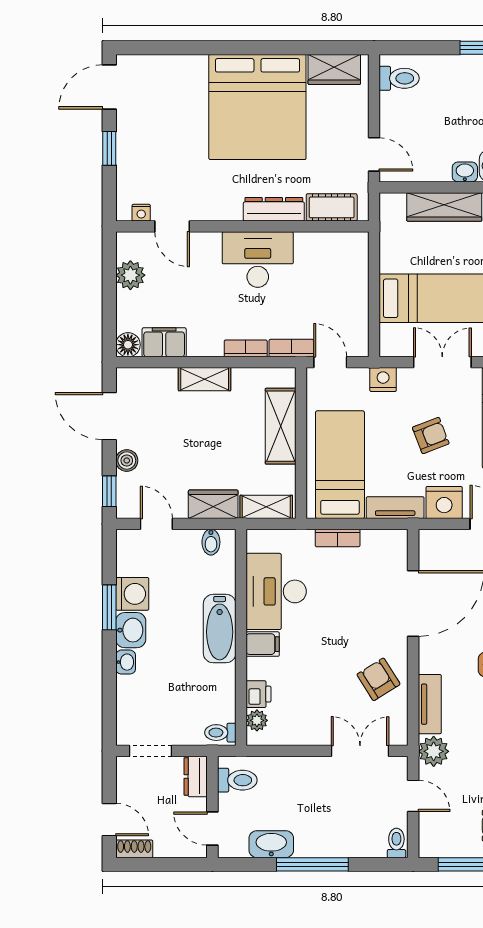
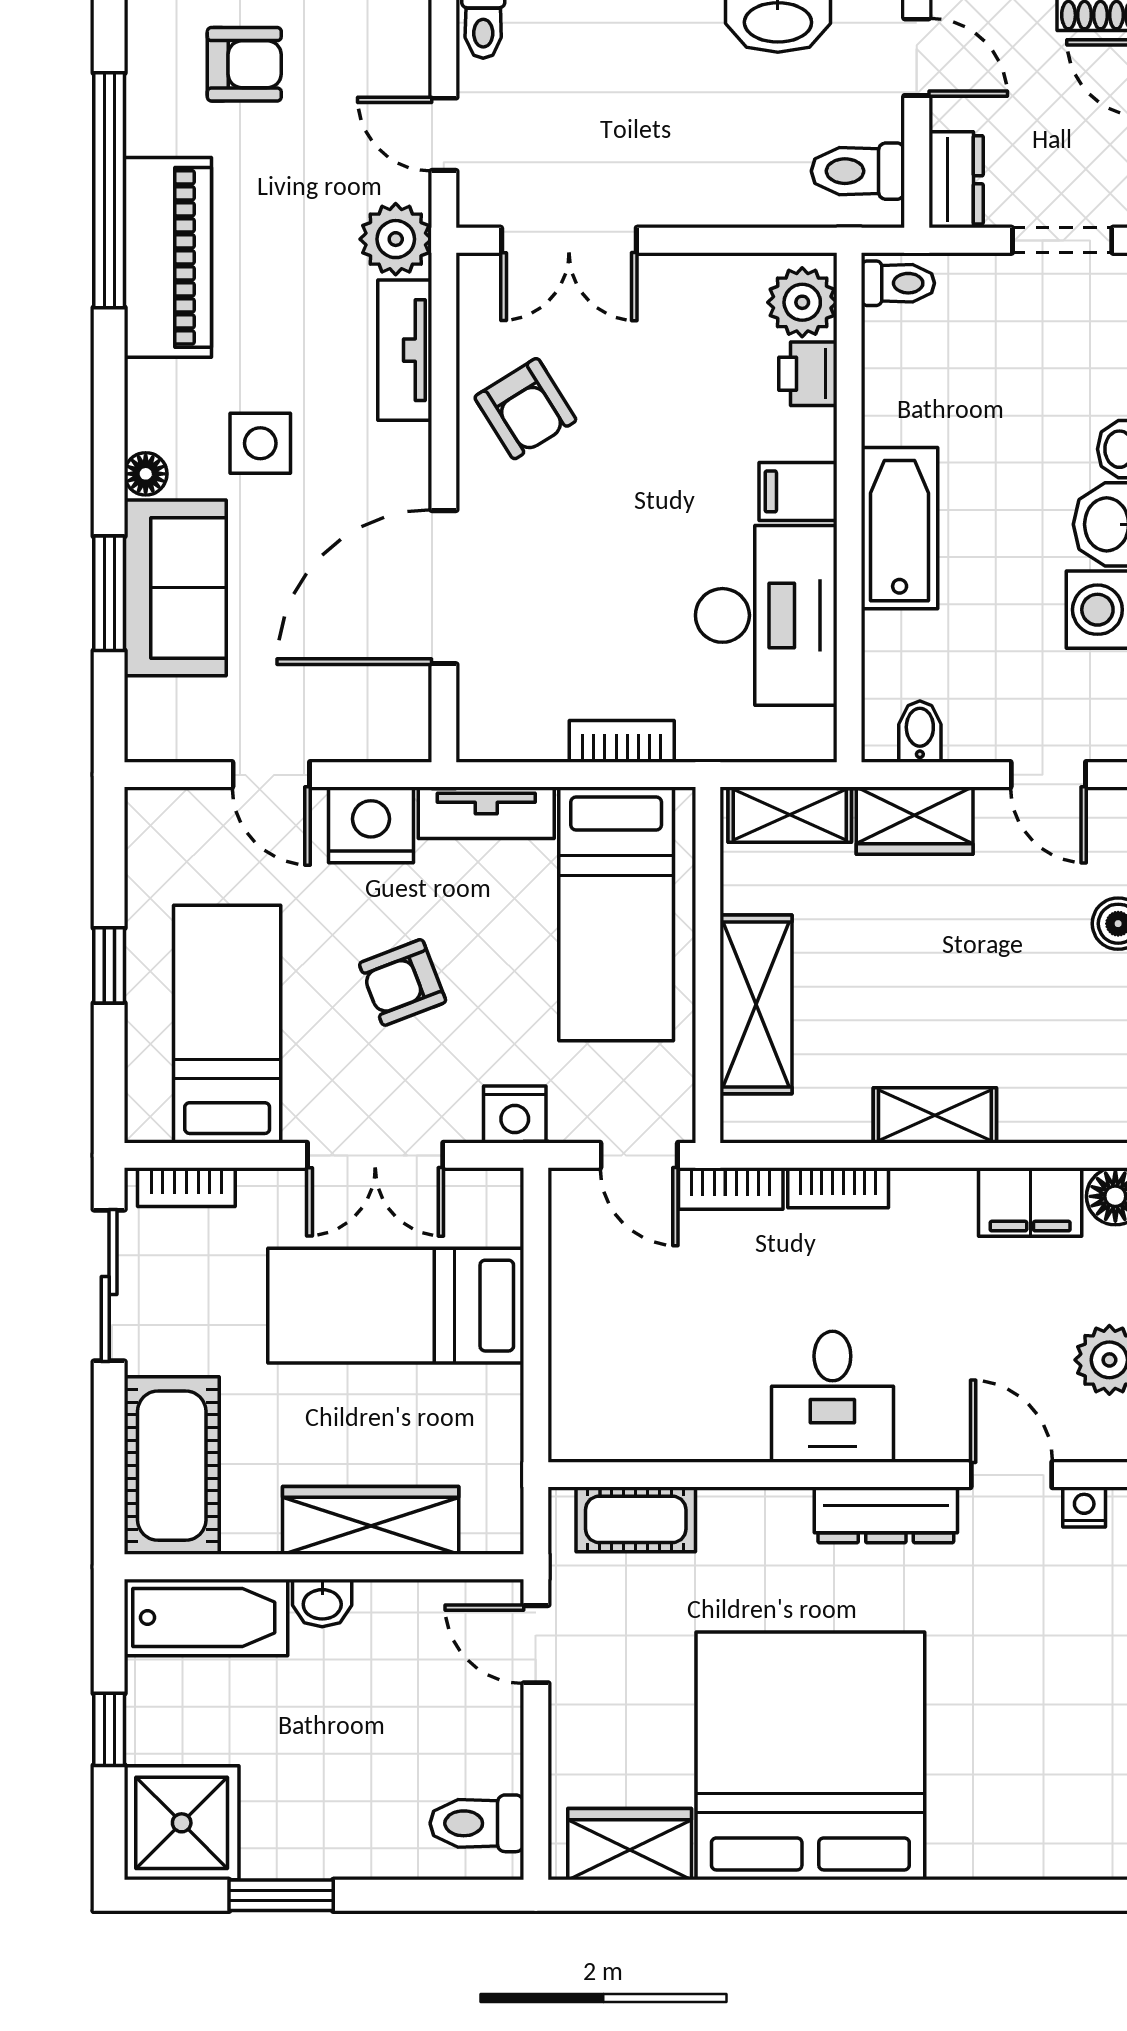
dresser: (274, 209) -> (886, 1515), moved
desk: (258, 260) -> (832, 1397), width x0.73
plant: (257, 720) -> (802, 302), width x1.38, depth x1.38

